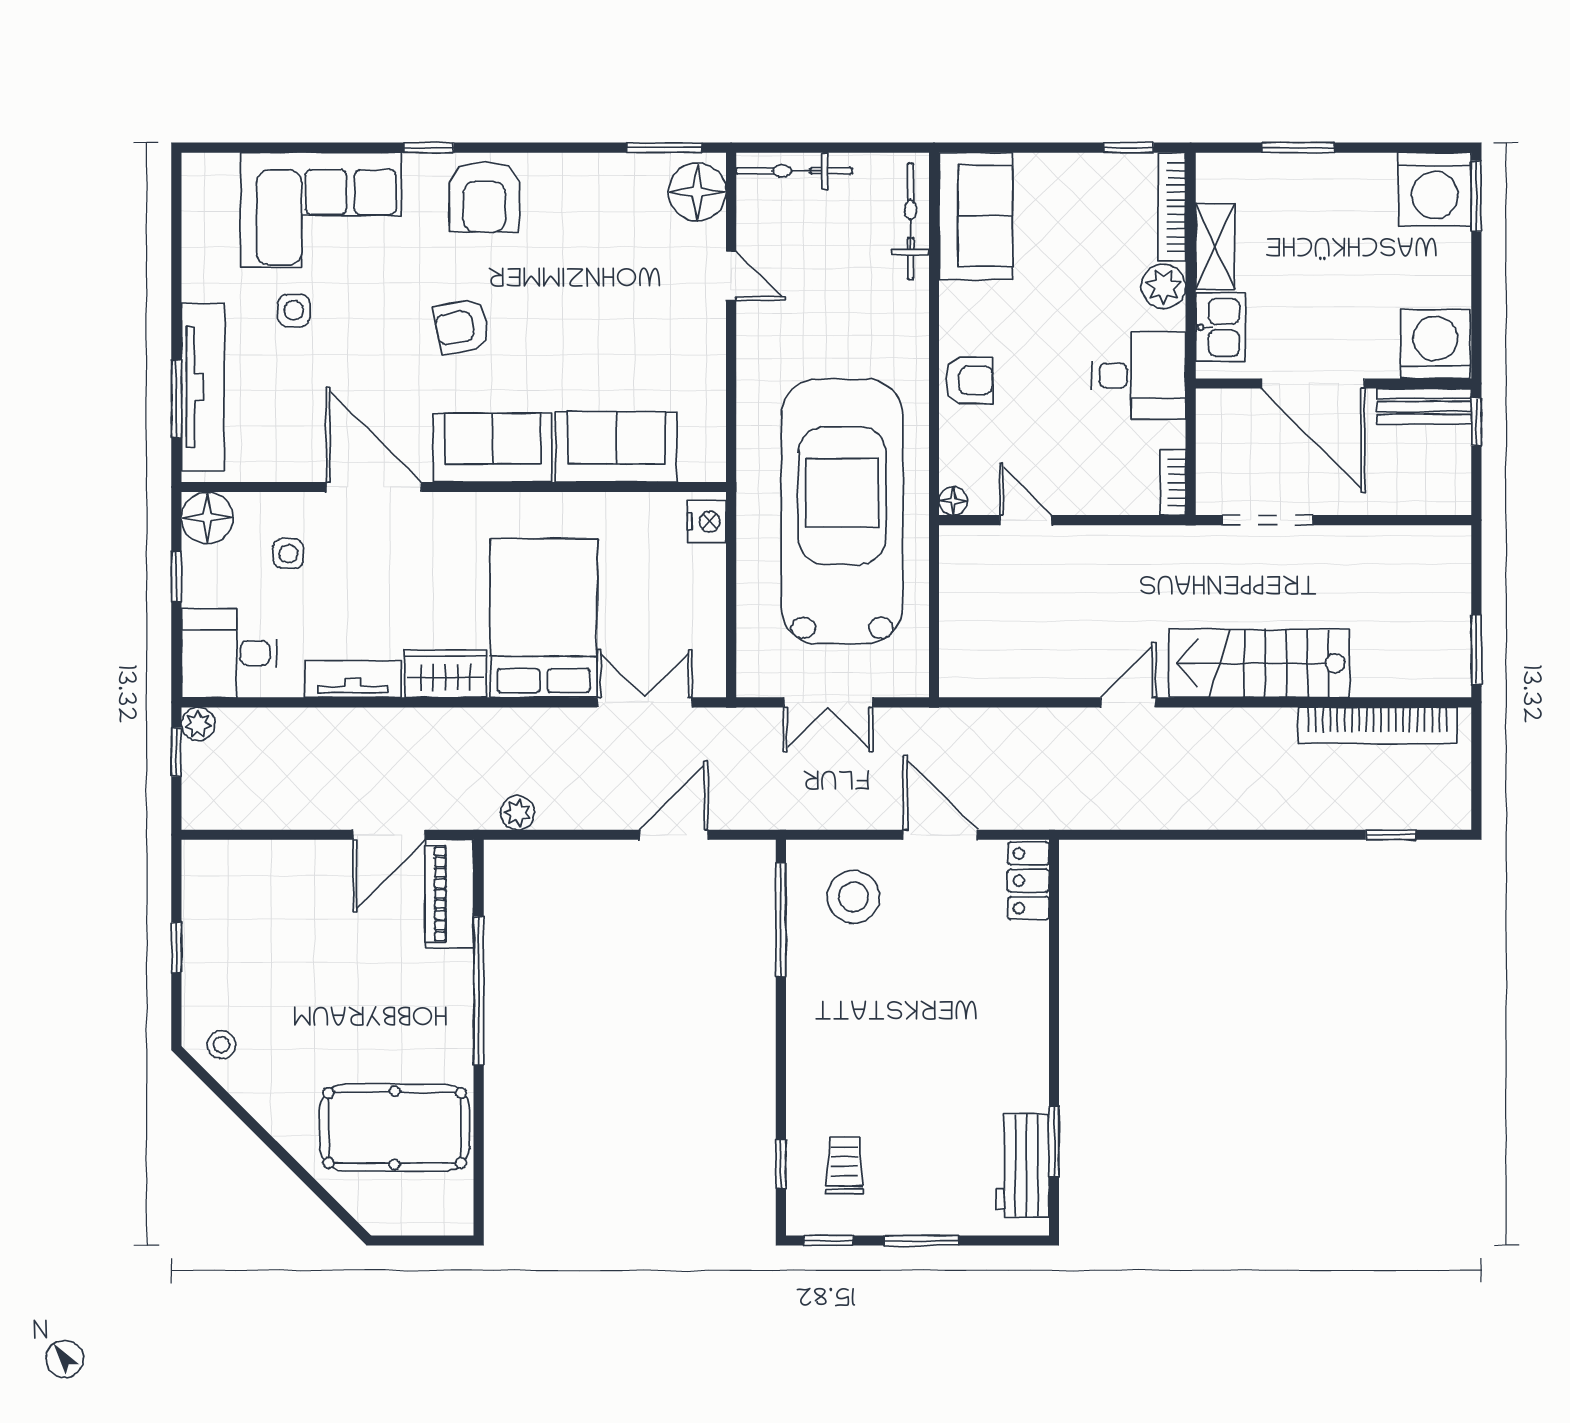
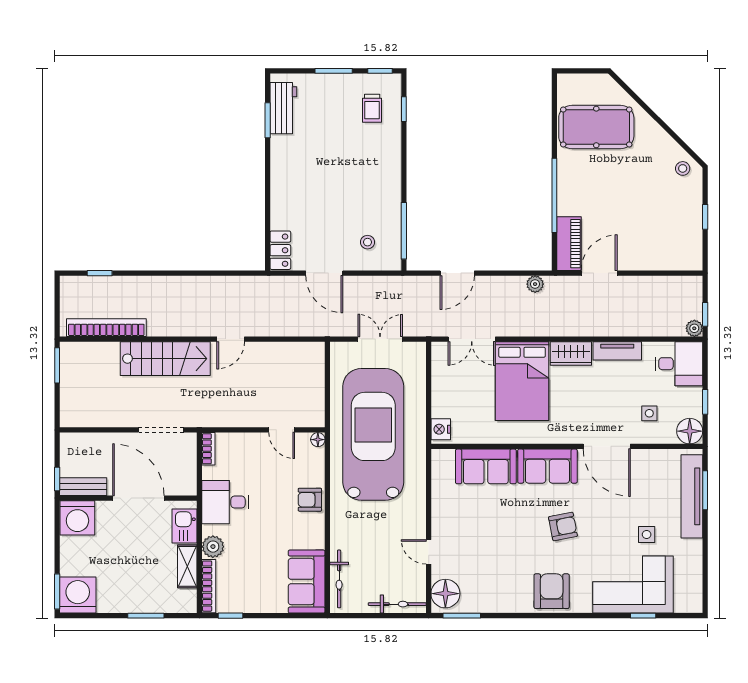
window: (428, 148) -> (643, 616), moved
car: (842, 511) -> (373, 434), turned 180
stool: (854, 897) -> (368, 242), width x0.53, depth x0.53

